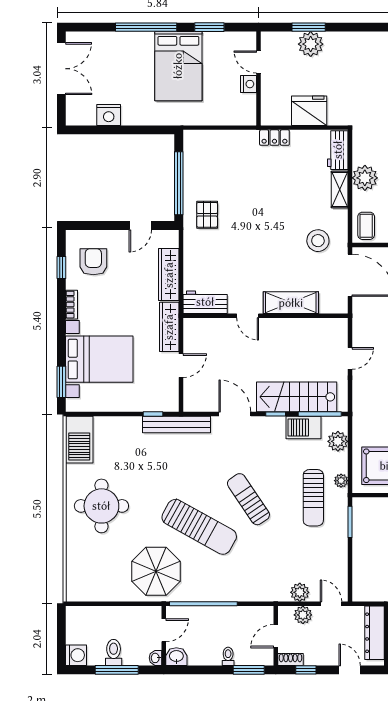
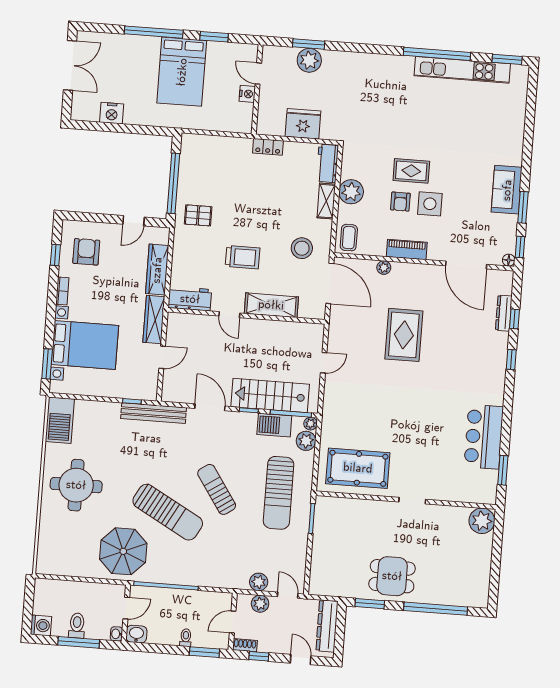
pallet: (207, 215) -> (198, 215), turned 90
trolley: (257, 255) -> (243, 257), added
plant: (341, 481) -> (311, 424), moved
sun lounger: (313, 498) -> (279, 493), width x1.36, depth x1.34

